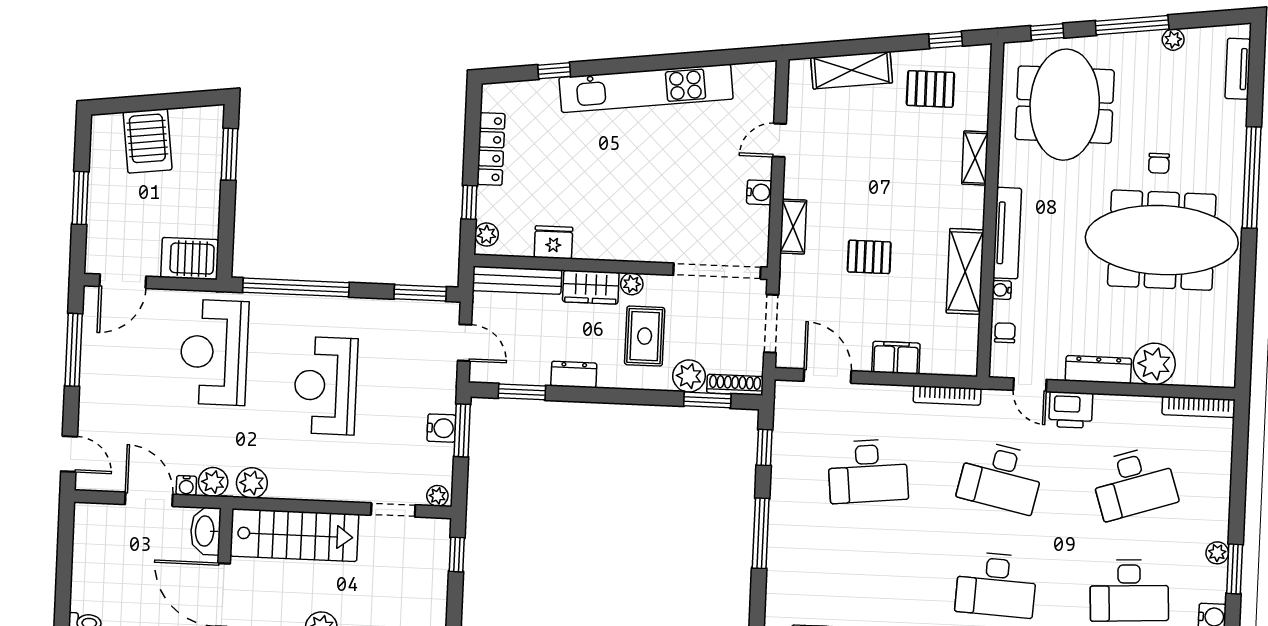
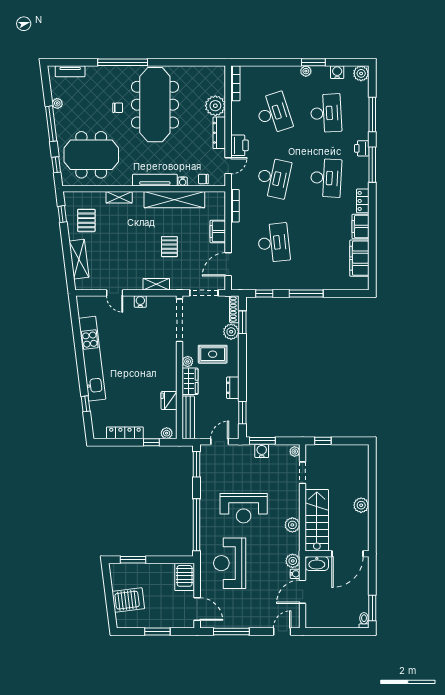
shelving: (965, 271) -> (174, 200), width x1.47
reception desk: (214, 352) -> (230, 563), turned 90
plant: (252, 483) -> (292, 525), moved

